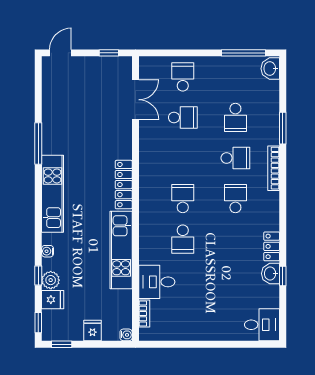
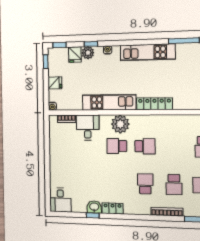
school desk: (235, 199) -> (145, 184), turned -90
plant: (152, 234) -> (120, 124), added

